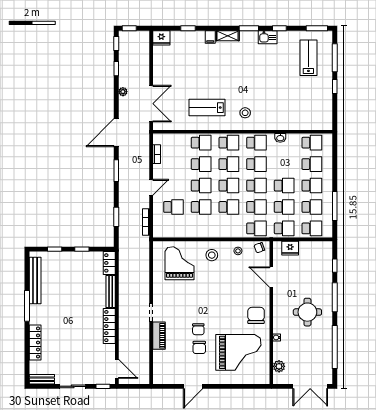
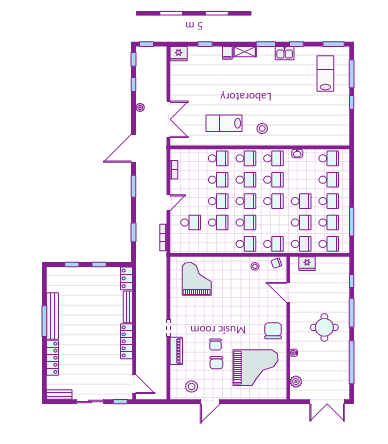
school desk: (257, 207) -> (246, 244), moved
stool: (212, 255) -> (192, 386), moved
bench: (35, 281) -> (53, 316), moved

